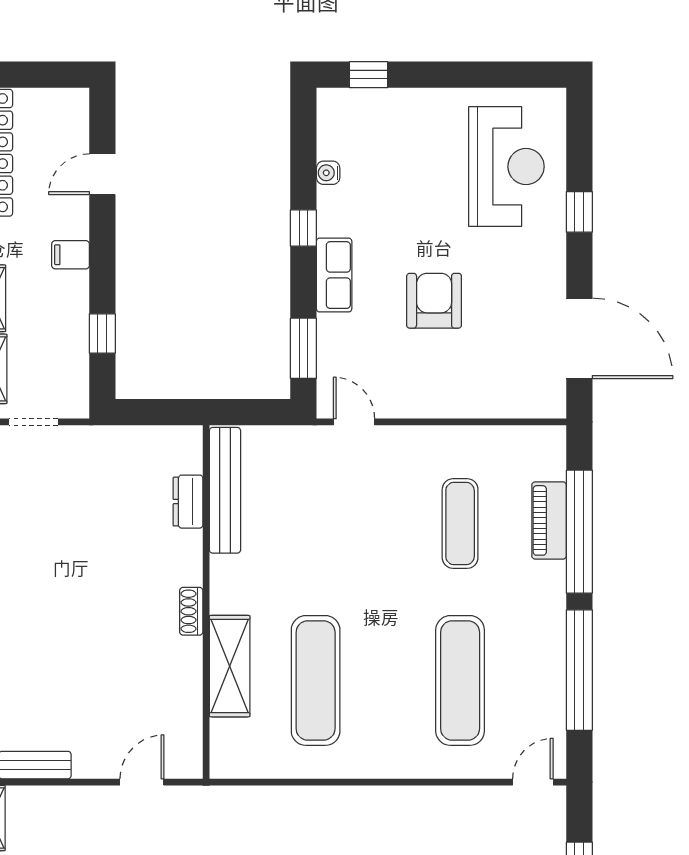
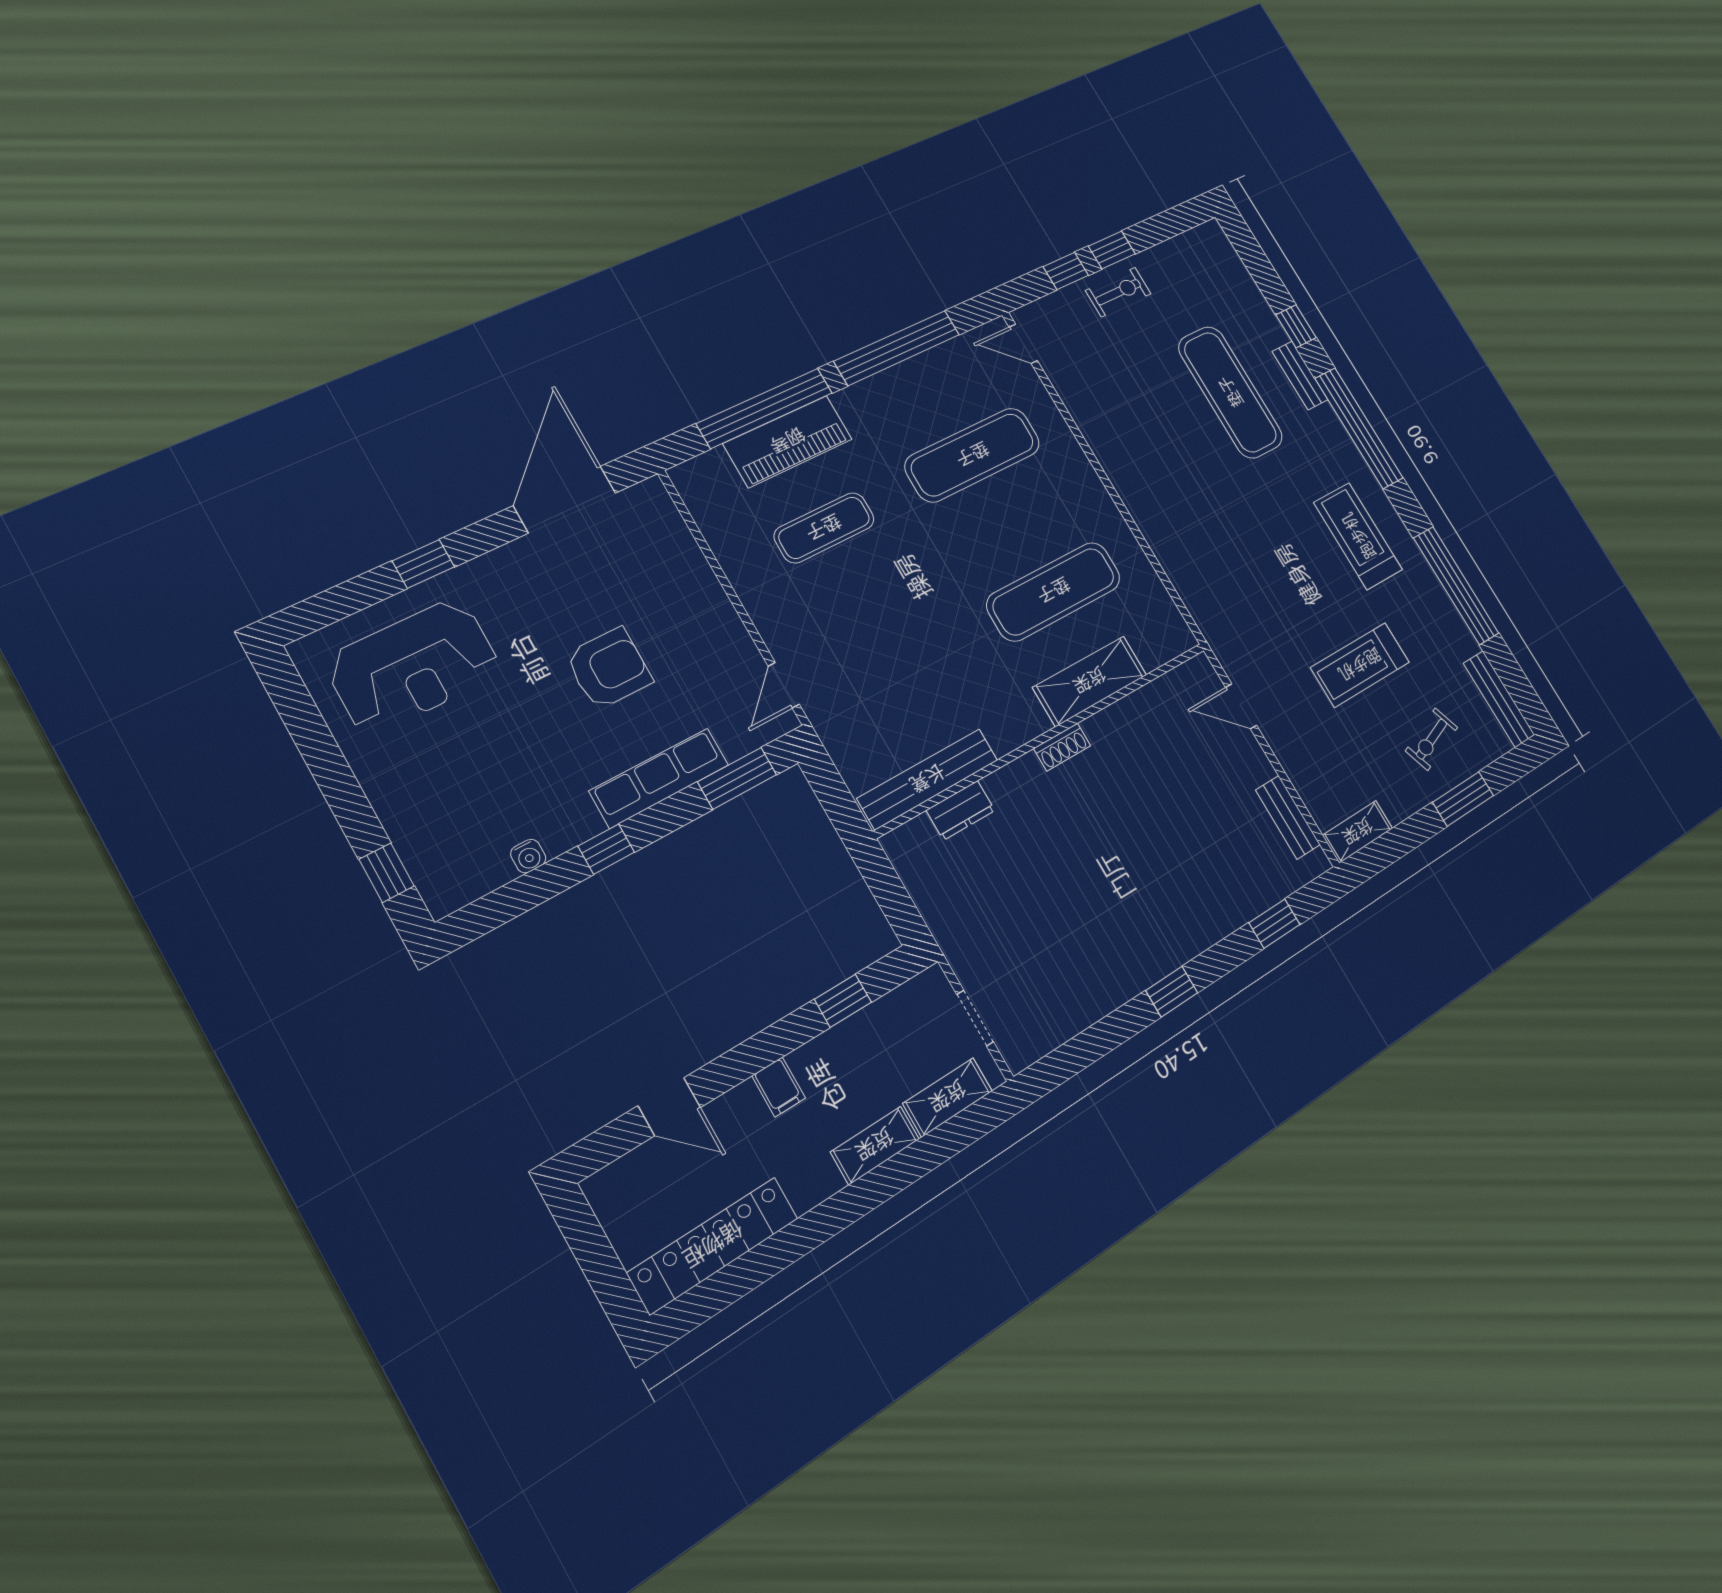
reception desk: (506, 167) -> (413, 666), turned 180
row of seats: (334, 275) -> (659, 778), width x1.48
armchair: (434, 301) -> (609, 668), turned 180
piano: (549, 520) -> (788, 441), width x1.37, depth x1.33

